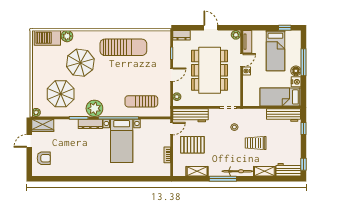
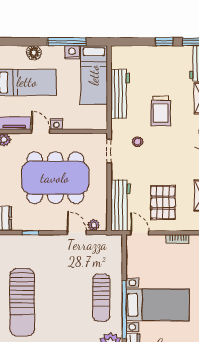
sun lounger: (123, 47) -> (22, 302), turned 180
window: (303, 62) -> (67, 42), moved
floor lamp: (296, 71) -> (34, 53), moved
door: (172, 75) -> (77, 233), moved
sun lounger: (141, 101) -> (101, 298), moved
workbench: (284, 115) -> (120, 94), moved
window: (303, 129) -> (164, 42), moved

